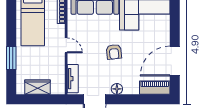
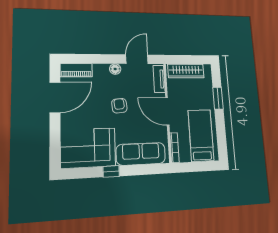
door: (66, 45) -> (167, 111), width x1.87
wardrobe: (37, 87) -> (186, 71), width x1.50

